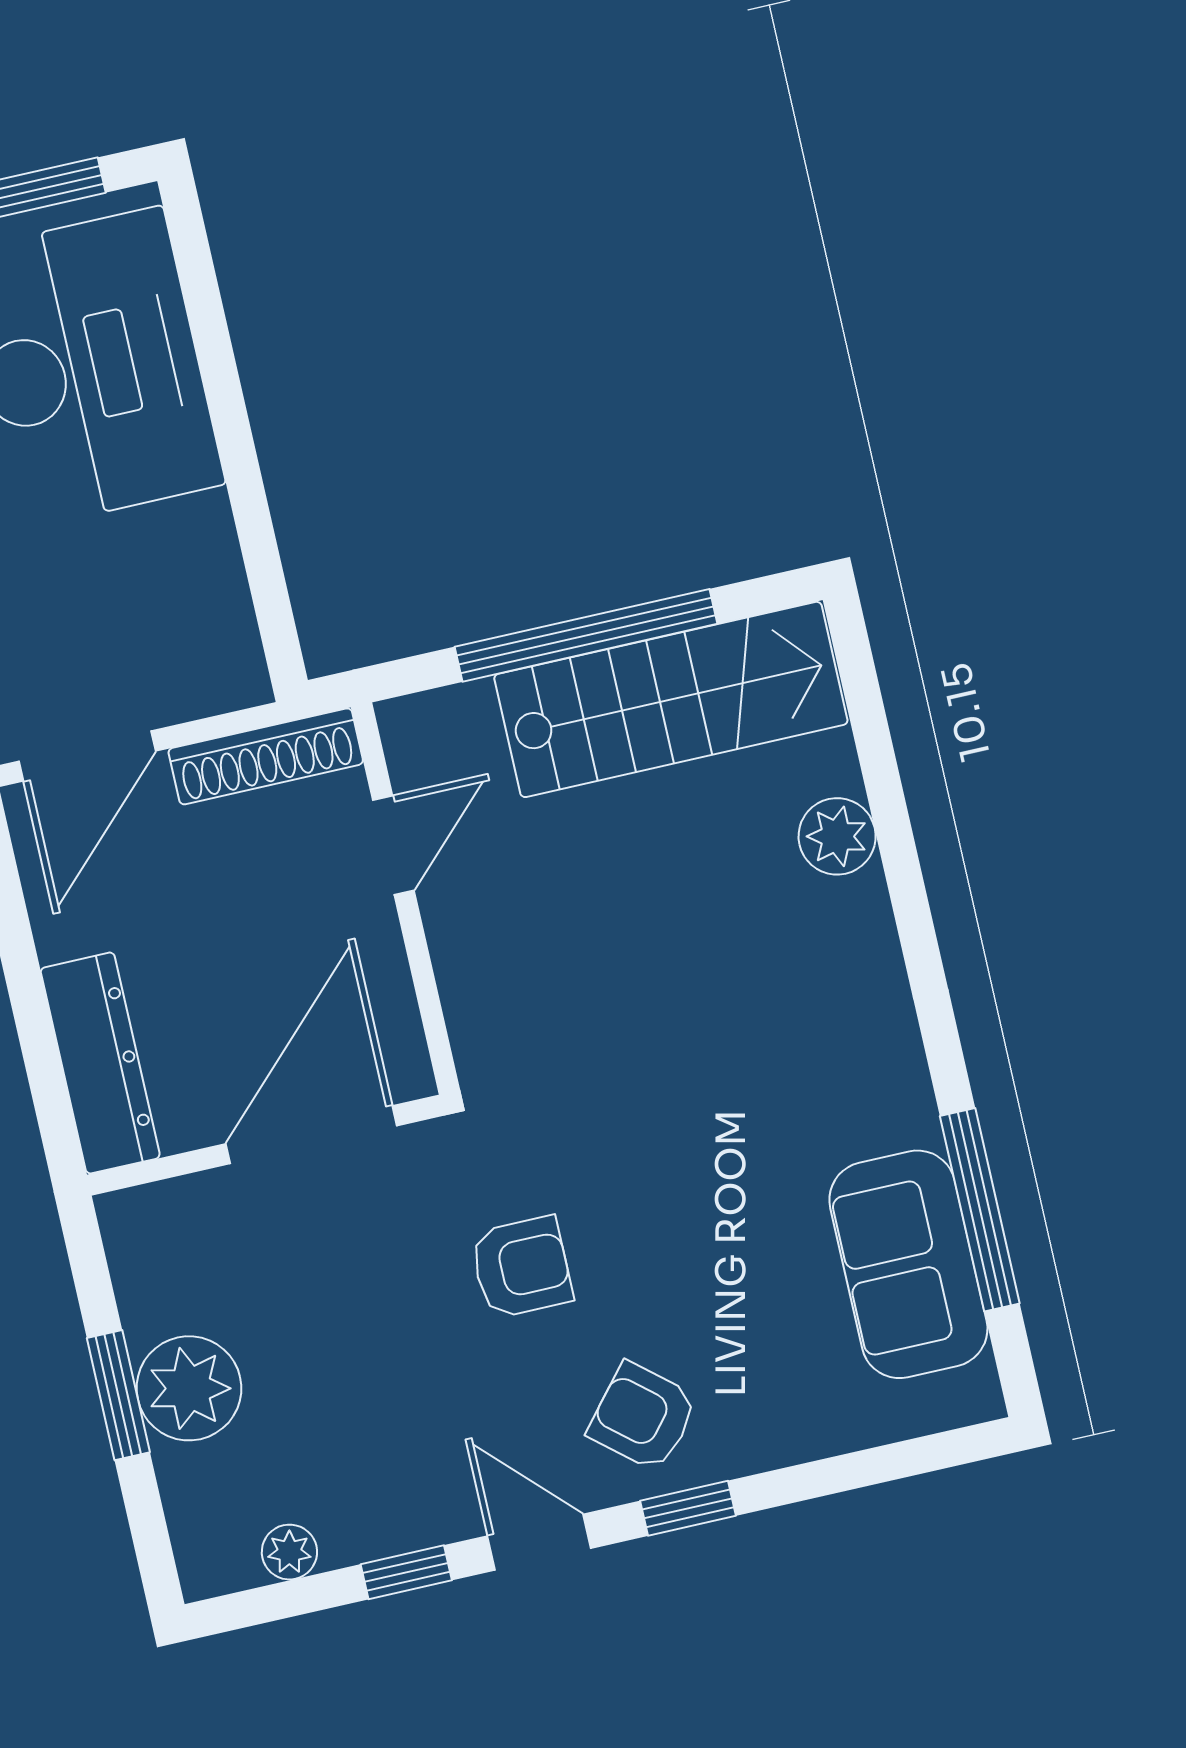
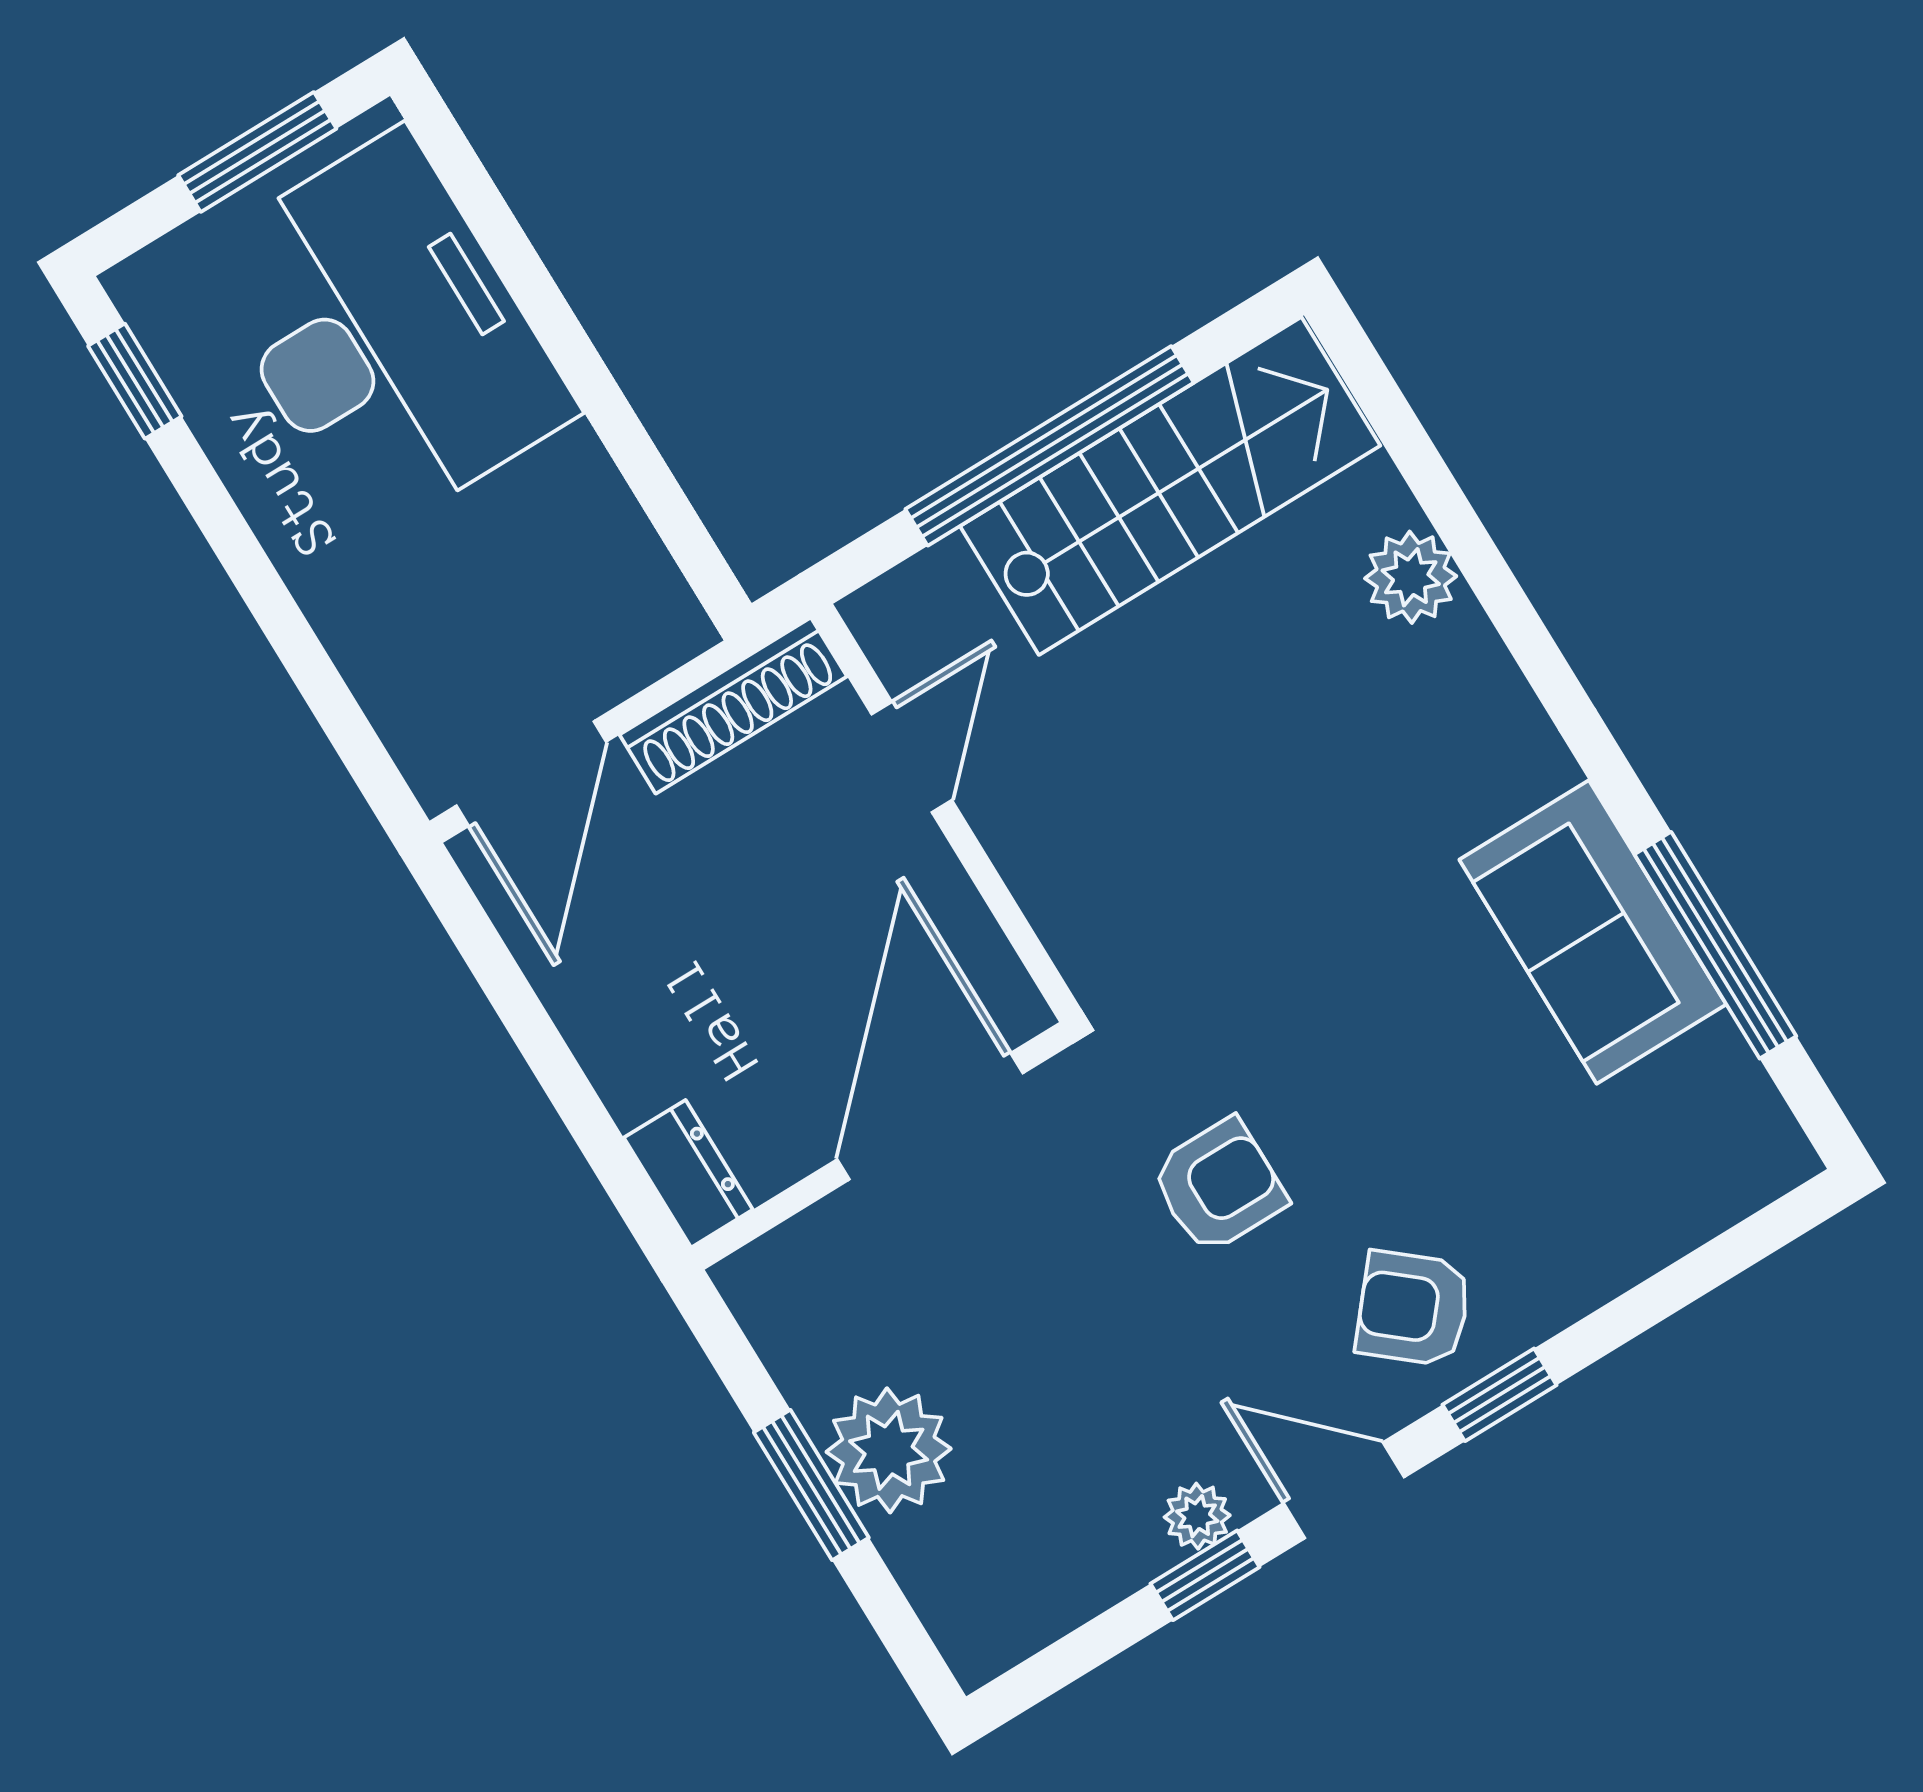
dresser: (100, 1063) -> (688, 1174), width x0.51, depth x0.80
sofa: (908, 1264) -> (1593, 932), moved
plant: (289, 1552) -> (1197, 1516), moved

